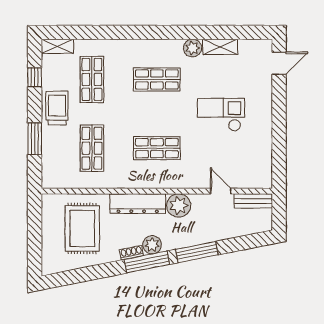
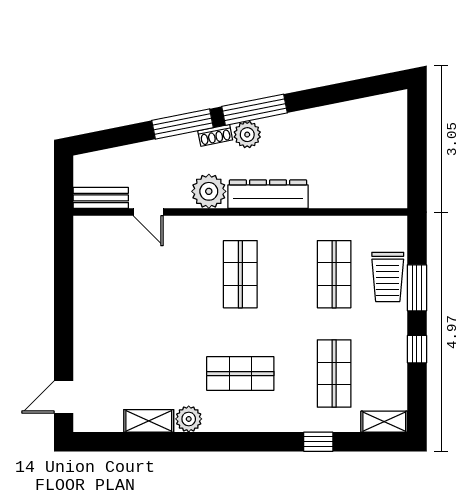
window: (103, 32) -> (318, 442), added
window: (35, 77) -> (417, 349), moved
trolley: (57, 108) -> (388, 277), moved
checkout: (221, 115) -> (148, 323), removed
shop shelf: (157, 148) -> (240, 274), turned 90
rug: (82, 228) -> (348, 158), removed
shoe rack: (131, 253) -> (215, 135), moved

